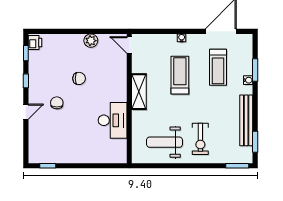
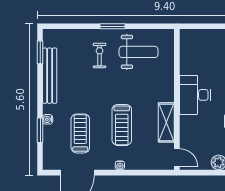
shelving: (139, 92) -> (166, 122), moved
desk: (113, 120) -> (195, 95), moved
exercise bike: (200, 139) -> (99, 55), width x0.73, depth x0.72
window: (237, 166) -> (112, 26), moved

